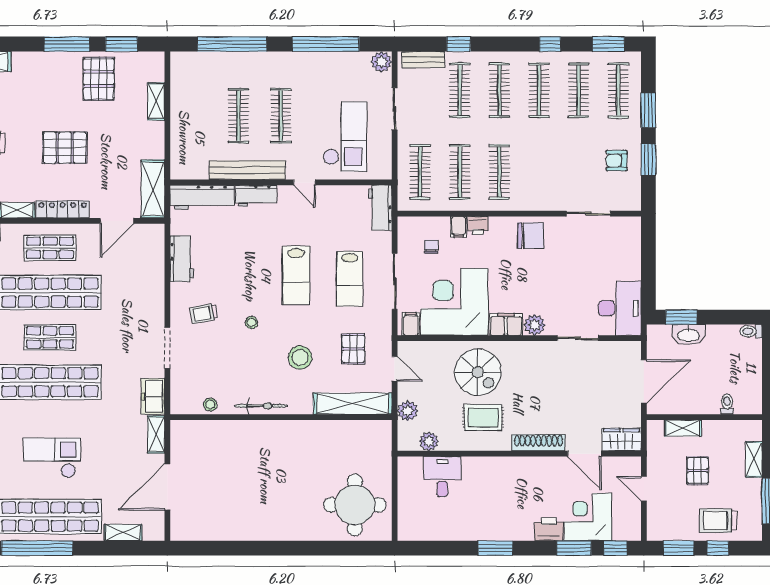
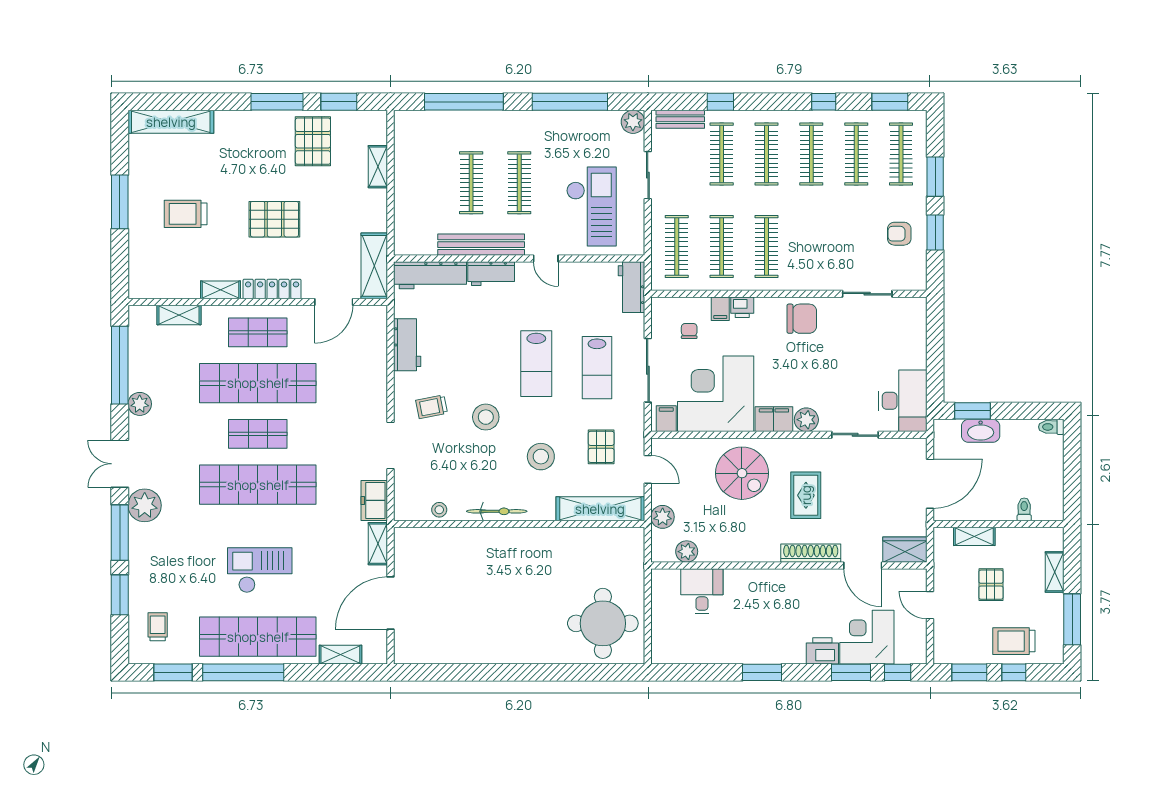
stool: (251, 323) -> (486, 417), width x1.89, depth x1.89
rug: (483, 418) -> (806, 495), moved, turned 90

